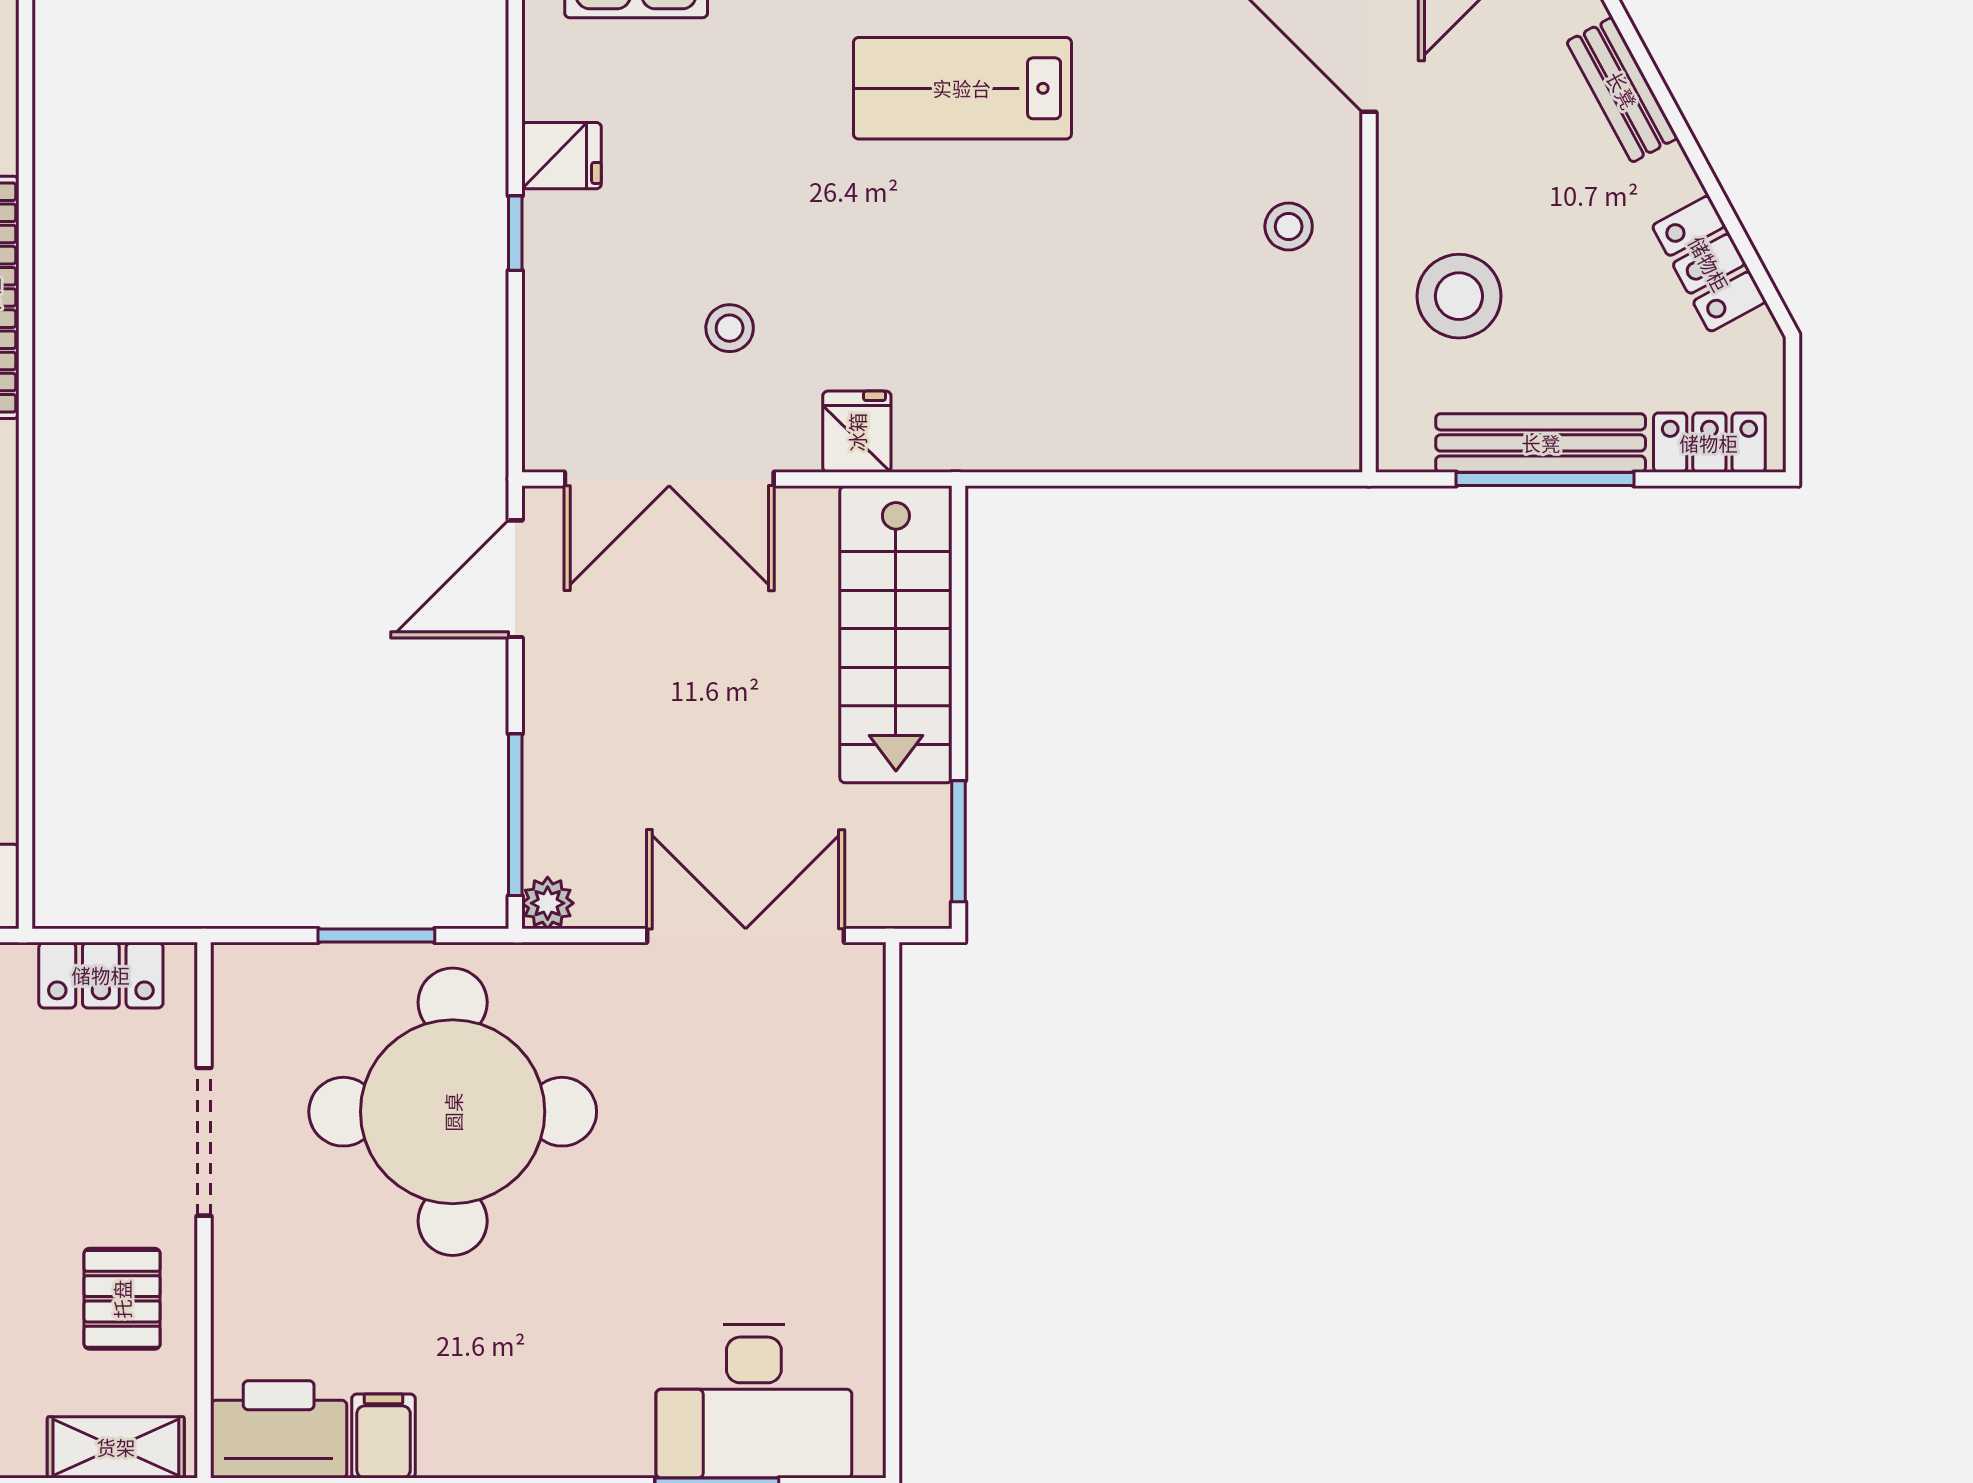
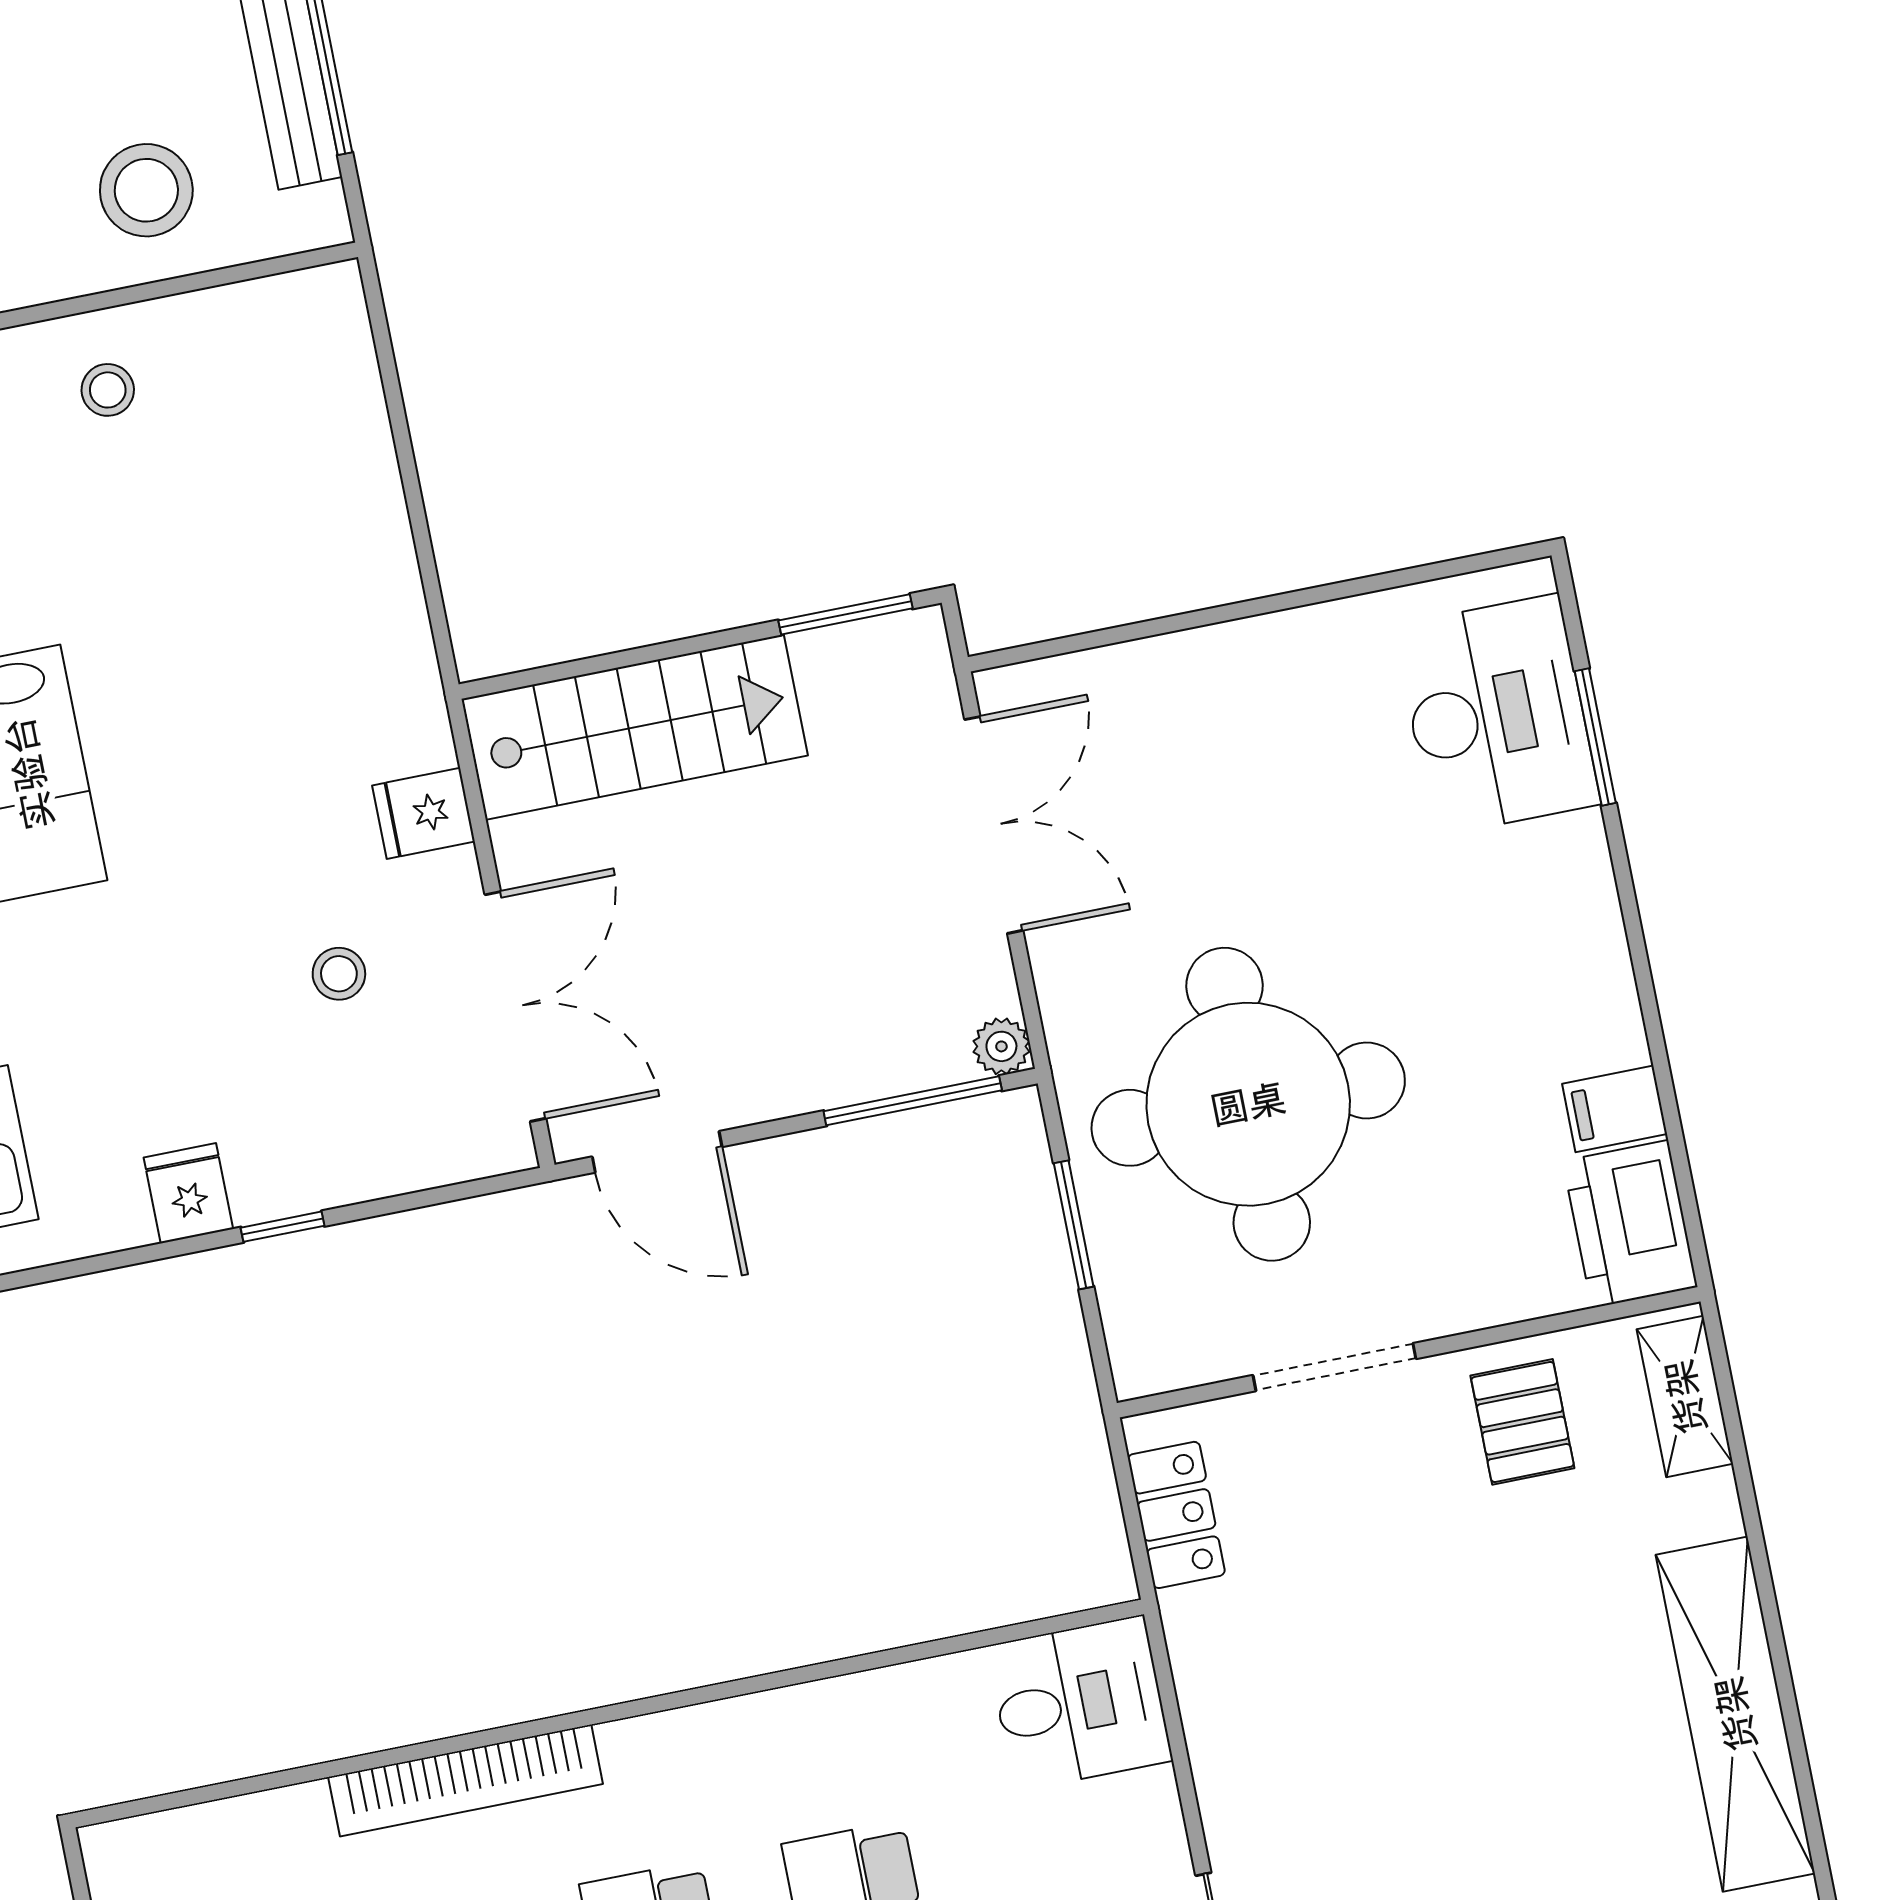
double door: (746, 936) -> (994, 825), swing flipped
pallet: (122, 1299) -> (1522, 1422), turned 90

